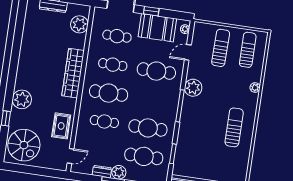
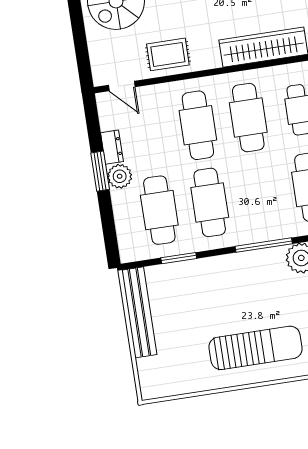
cafe table: (104, 121) -> (198, 125), width x1.37, depth x1.35
sun lounger: (234, 127) -> (256, 348), width x1.36, depth x1.34

